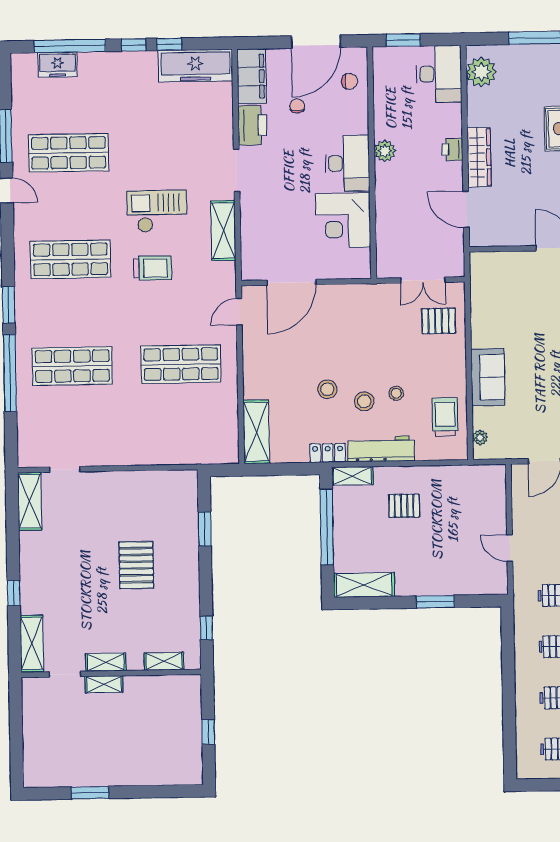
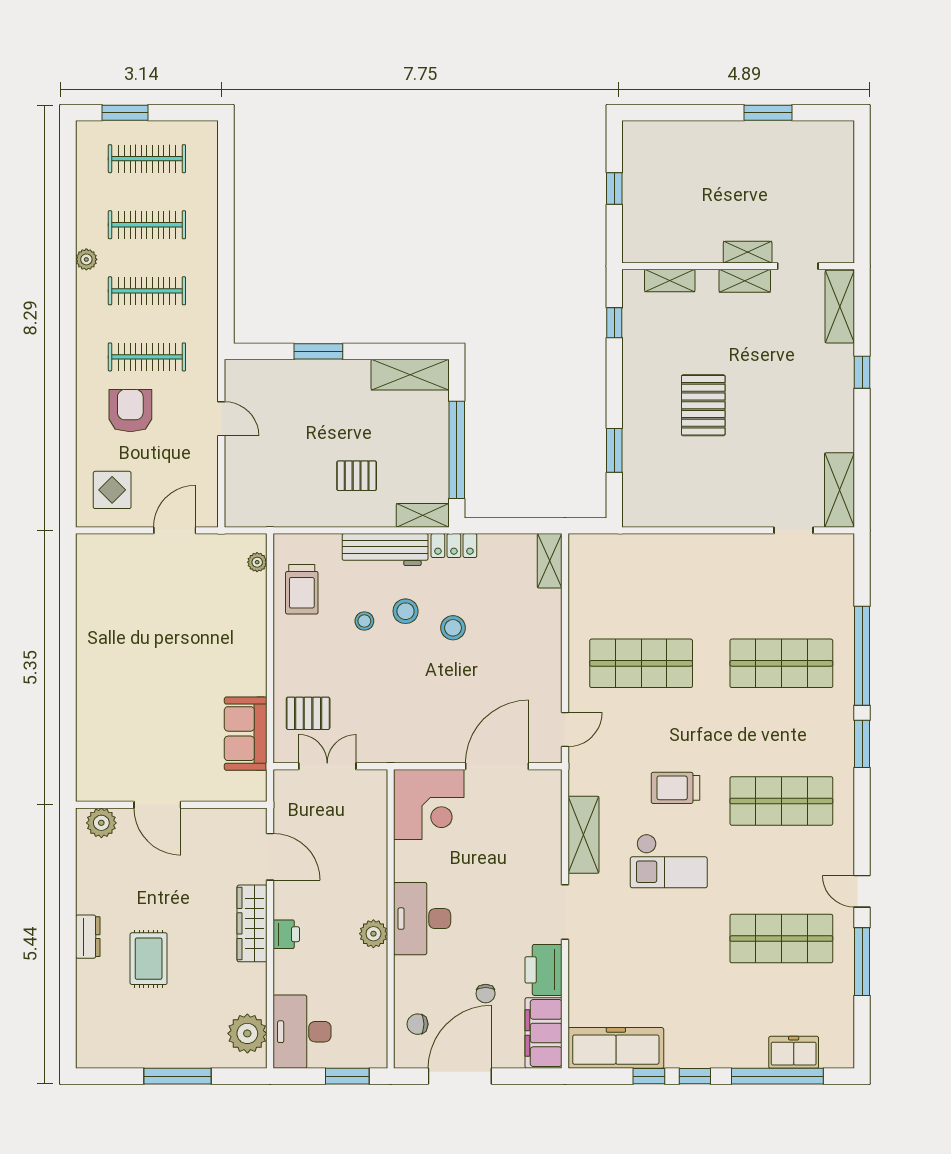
corner desk: (343, 220) -> (429, 805), moved, turned 90
sofa: (488, 377) -> (246, 734), moved
shelving: (256, 432) -> (550, 561), width x0.67, depth x0.75

